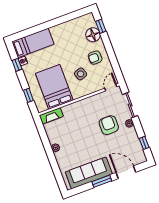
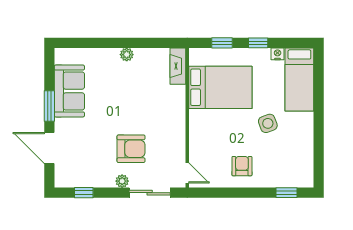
floor lamp: (93, 35) -> (278, 176), removed
window: (17, 65) -> (258, 43), moved
side table: (81, 74) -> (268, 123), moved
door: (126, 172) -> (49, 148), swing flipped
sofa: (89, 173) -> (69, 91), width x0.73

